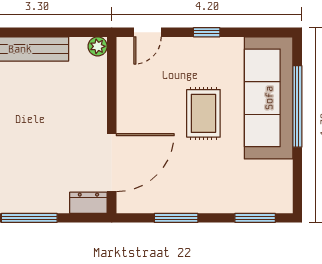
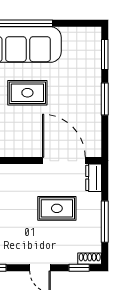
rug: (47, 153) -> (57, 208), added
window: (176, 218) -> (105, 99), moved

